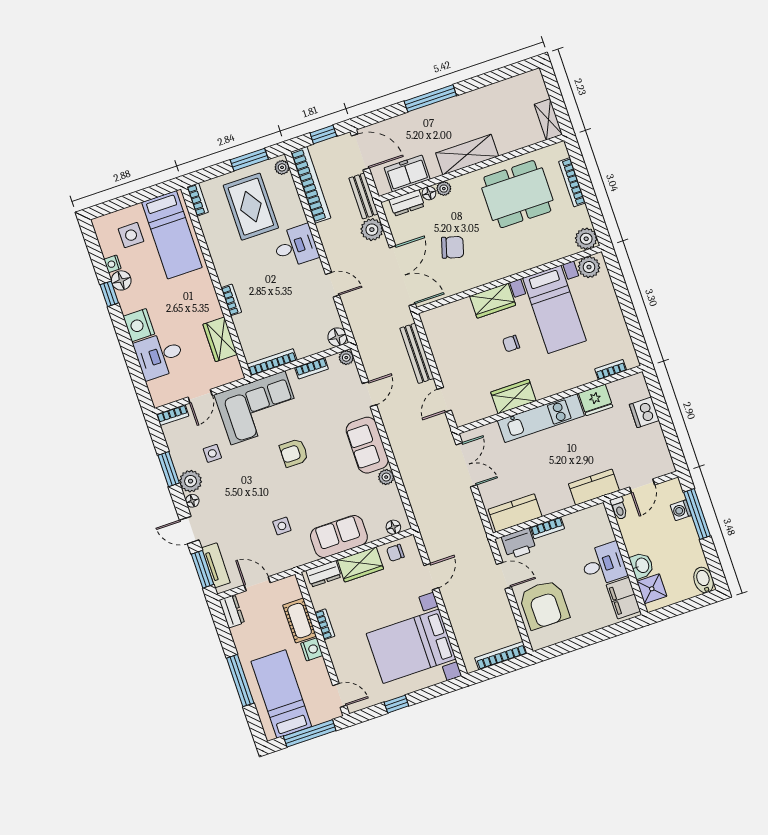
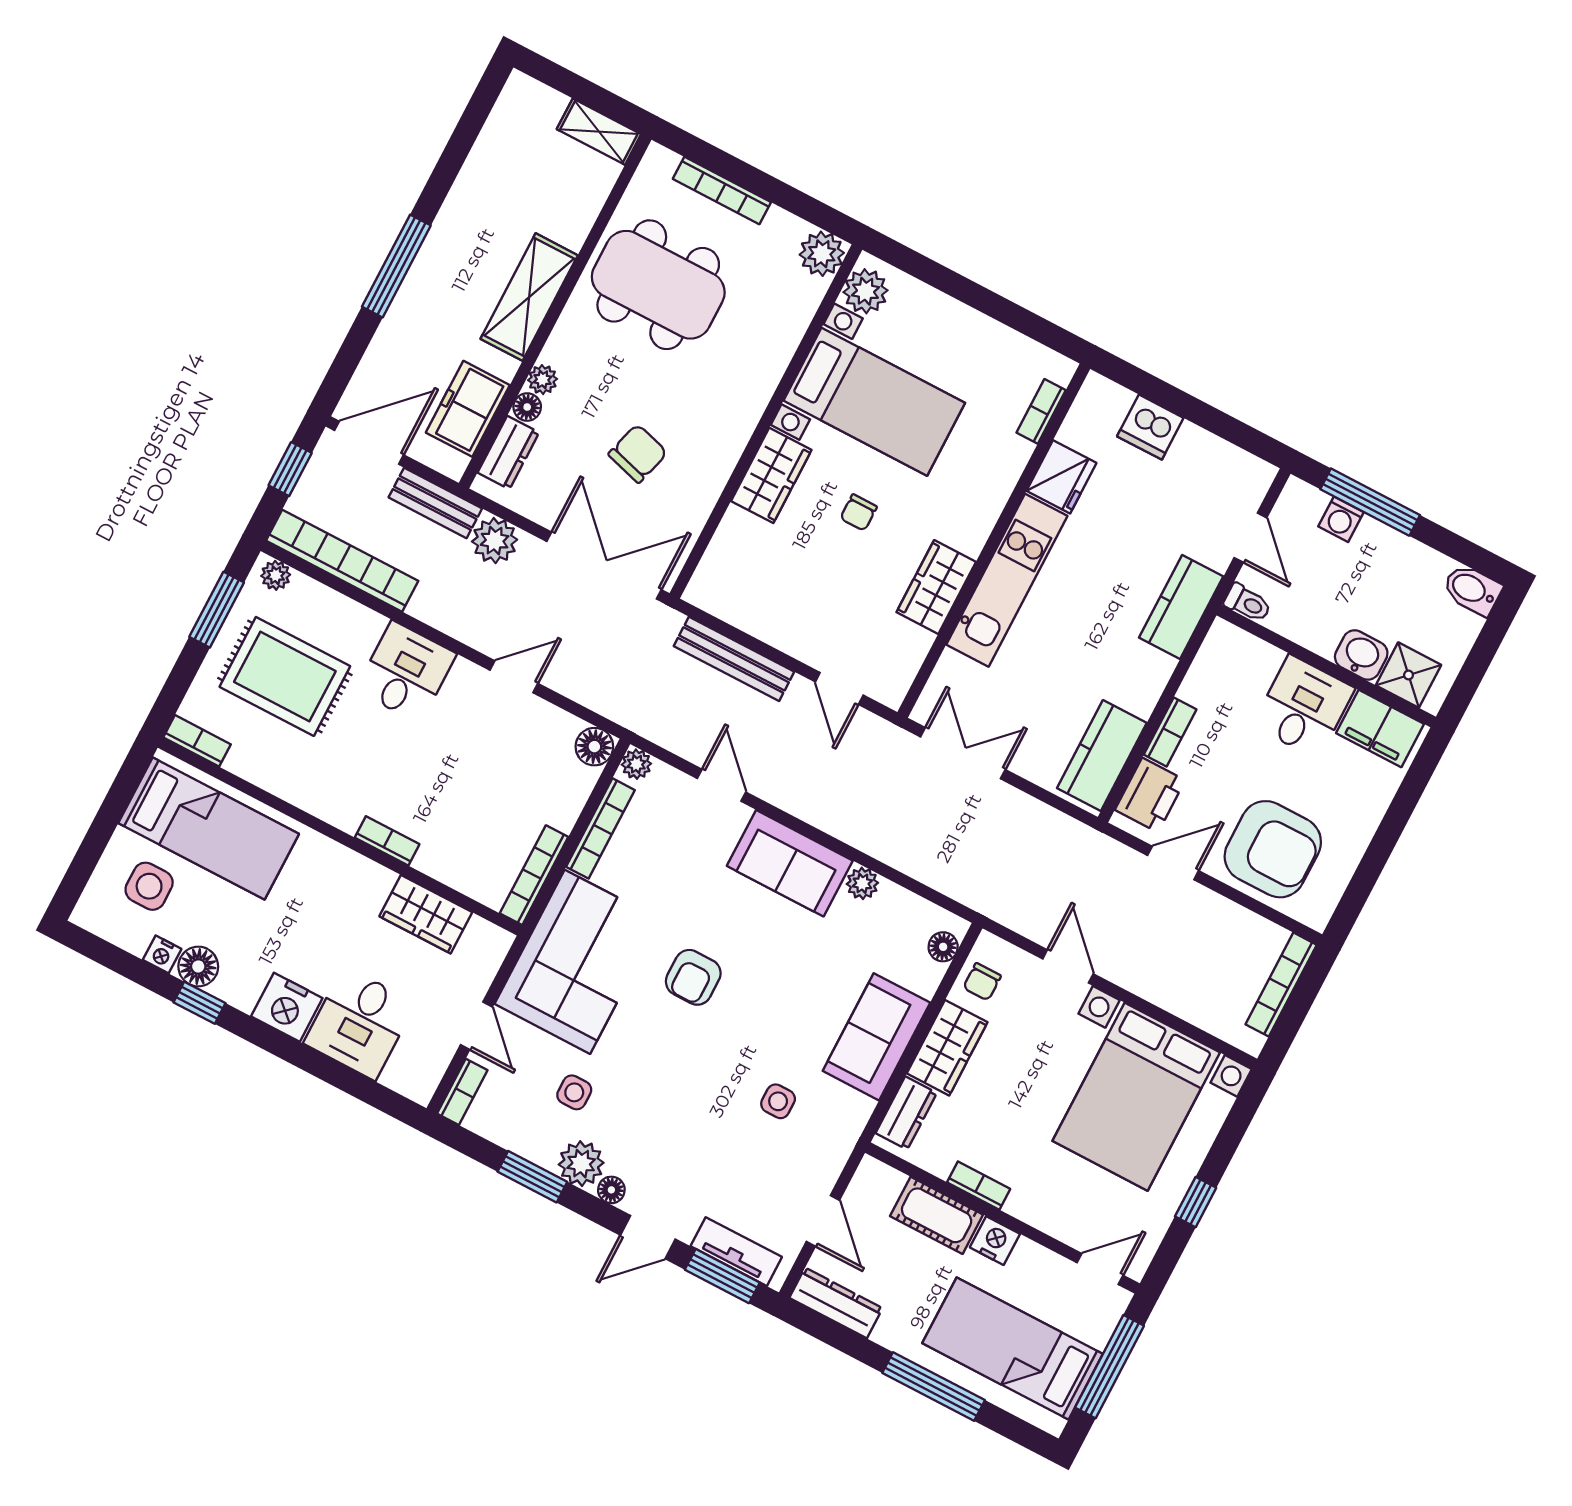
dining table: (517, 194) -> (658, 285), turned 90
bookcase: (312, 368) -> (600, 828), width x1.56
door: (257, 584) -> (823, 1221), swing flipped
dresser: (232, 611) -> (836, 1303), width x1.44

